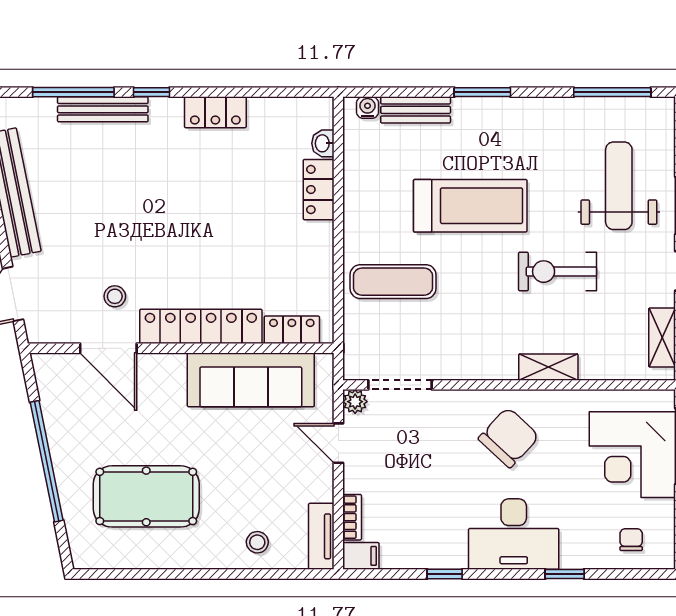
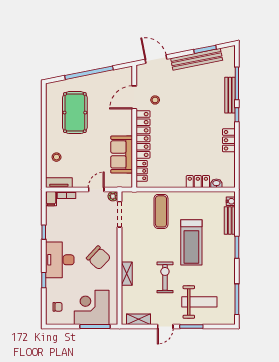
sofa: (251, 380) -> (122, 154), width x0.73

